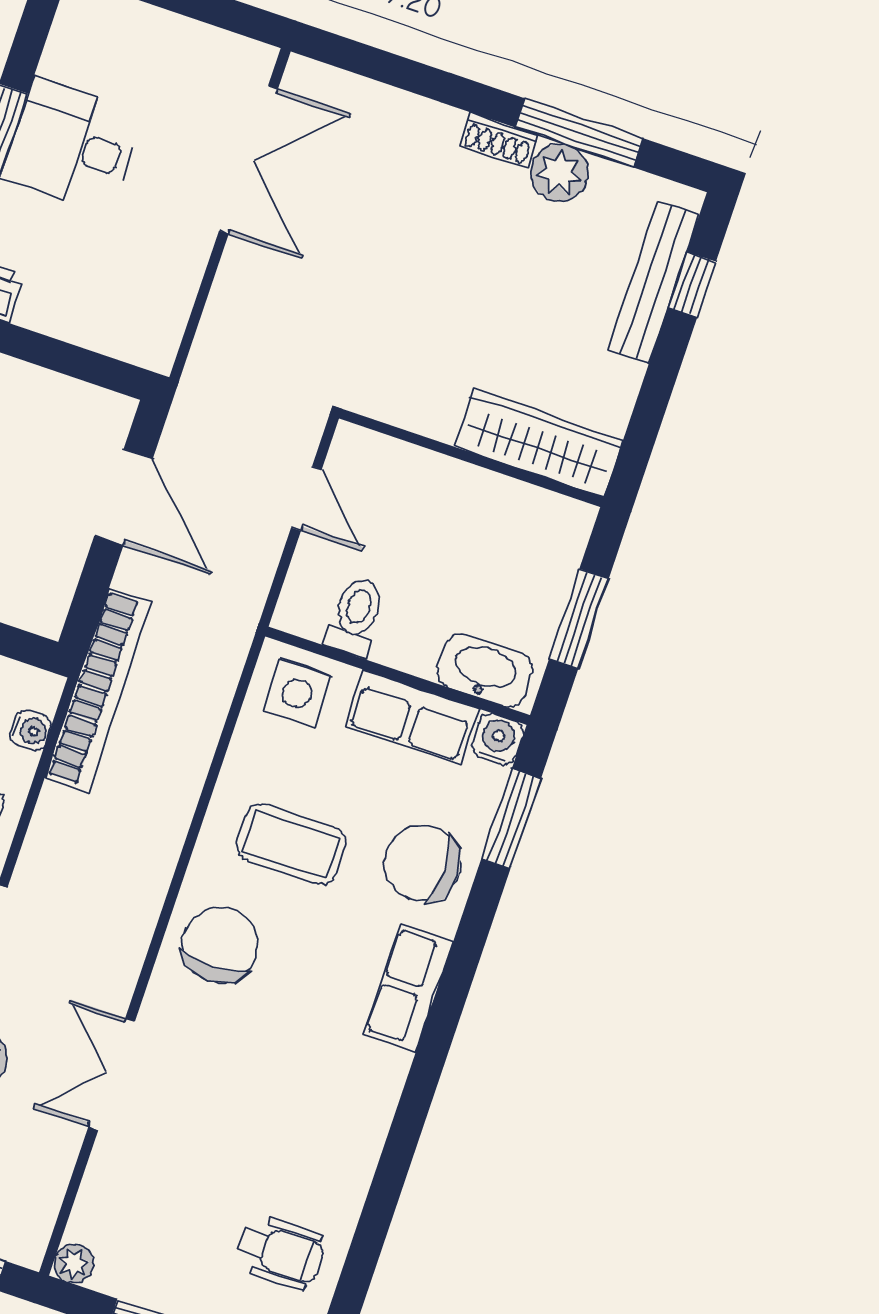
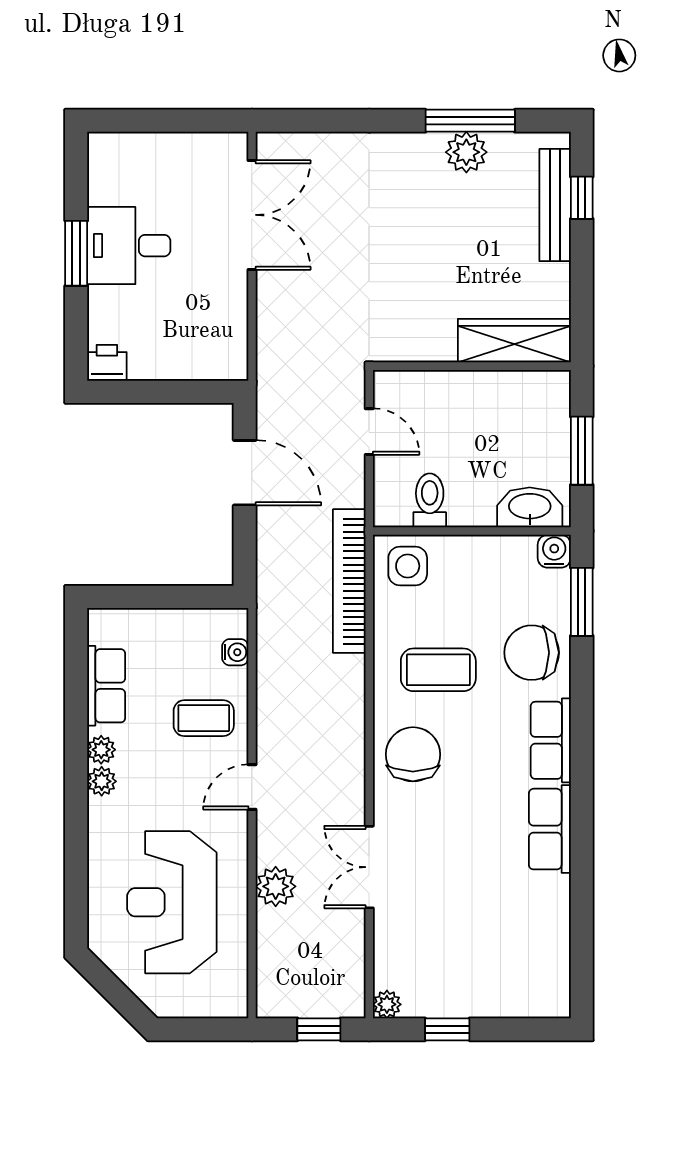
shoe rack: (499, 140) -> (417, 144), removed
bookcase: (98, 690) -> (349, 581), moved, turned 180
row of seats: (412, 717) -> (550, 829), moved, turned 90
wheelchair: (280, 1252) -> (525, 949), removed

